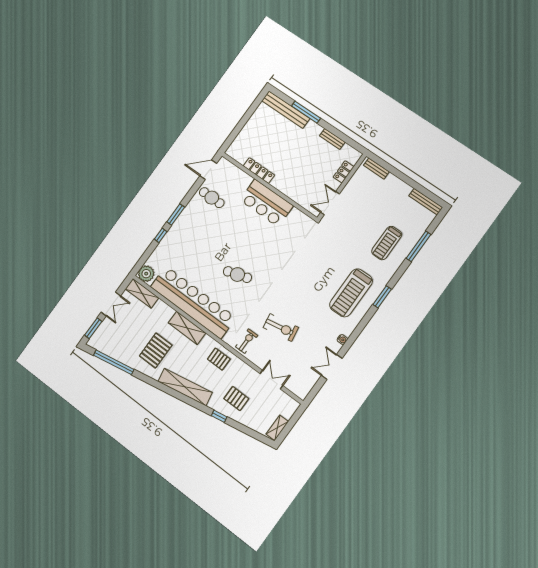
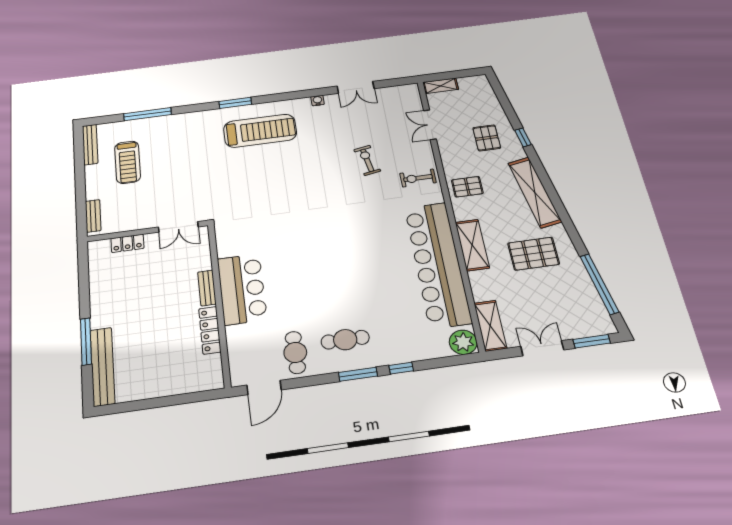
bench: (332, 139) -> (207, 288), moved
door: (208, 170) -> (264, 387), hinge flipped
treadmill: (387, 243) -> (128, 162), moved, turned 90
cafe table: (237, 275) -> (345, 340), moved, turned -73
exercise bike: (281, 328) -> (367, 160), width x0.73, depth x0.72
pallet: (219, 359) -> (467, 187), turned 90
shelving: (277, 428) -> (441, 86), moved

